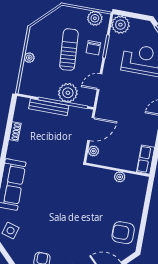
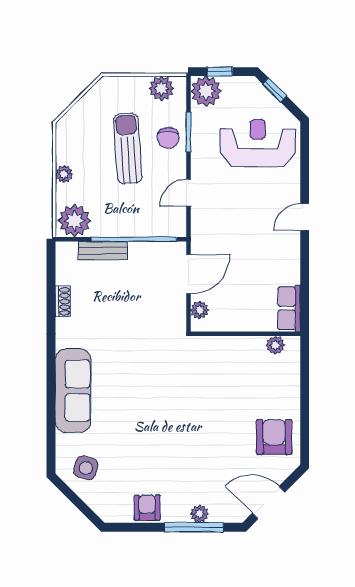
window: (131, 15) -> (220, 72), added
plant: (68, 93) -> (74, 221), moved
bench: (49, 107) -> (103, 251), width x0.73
plant: (120, 177) -> (275, 345), moved
armchair: (123, 233) -> (274, 437), turned 90

